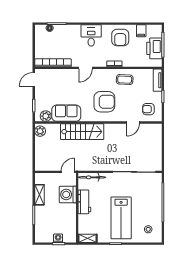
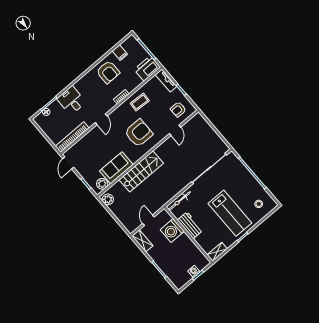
desk: (91, 35) -> (71, 100), moved
printer: (154, 48) -> (147, 68), moved, turned 90
door: (68, 172) -> (148, 220), moved
shelving: (39, 195) -> (142, 241), moved

